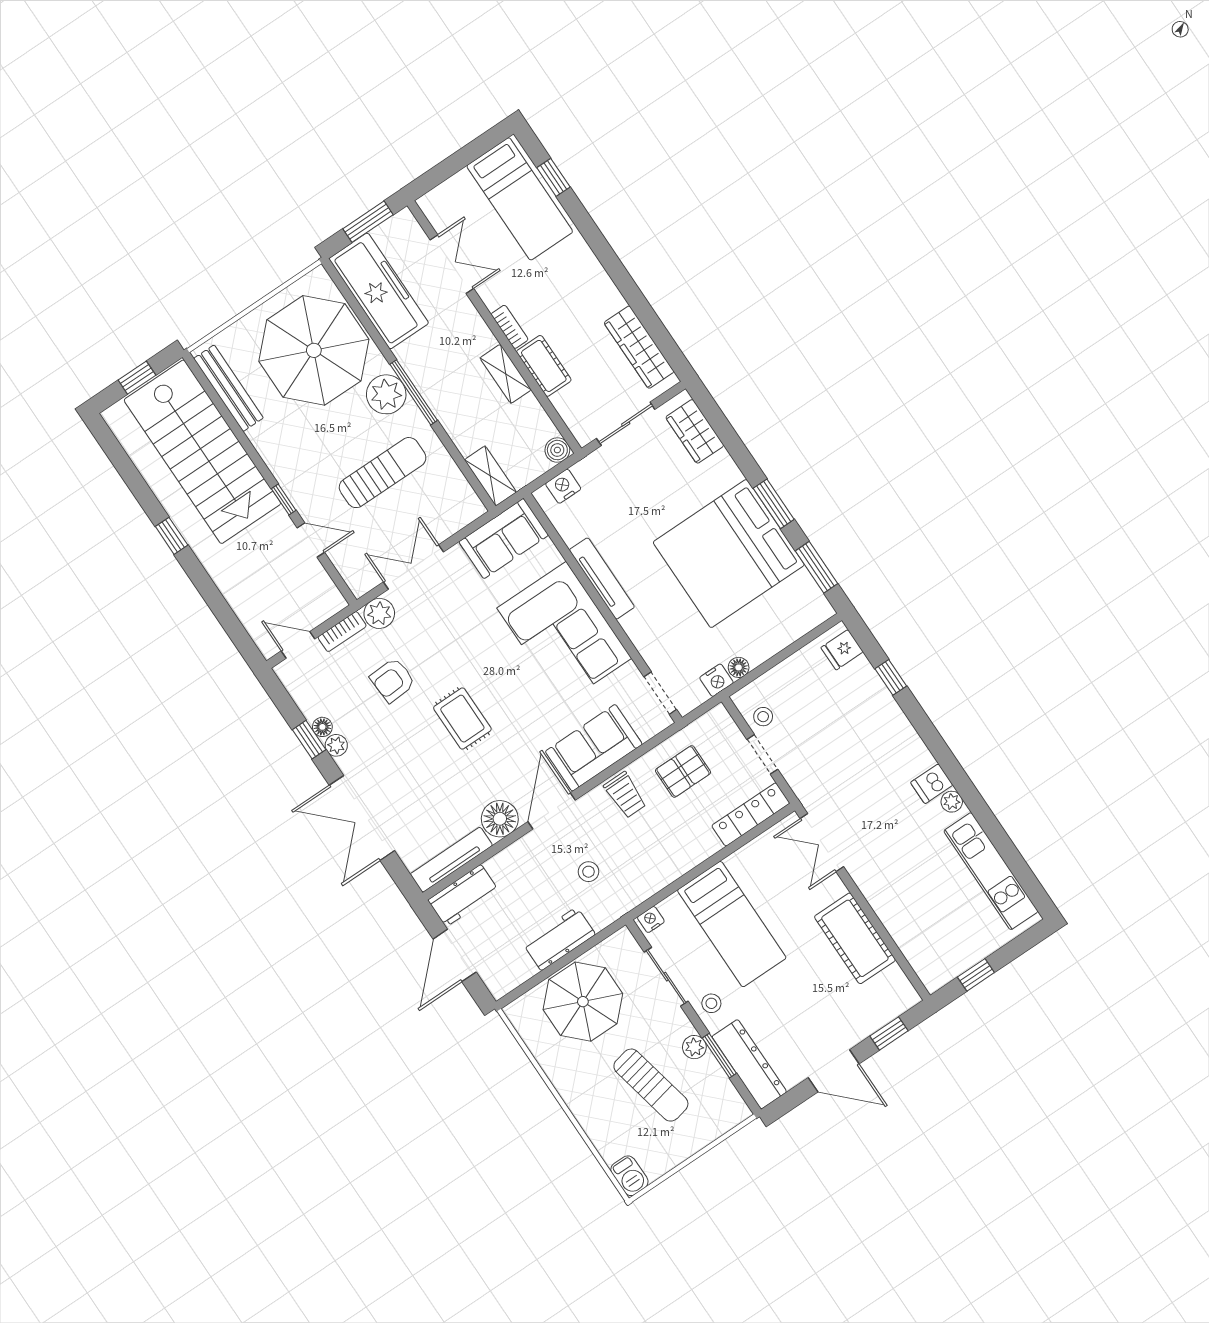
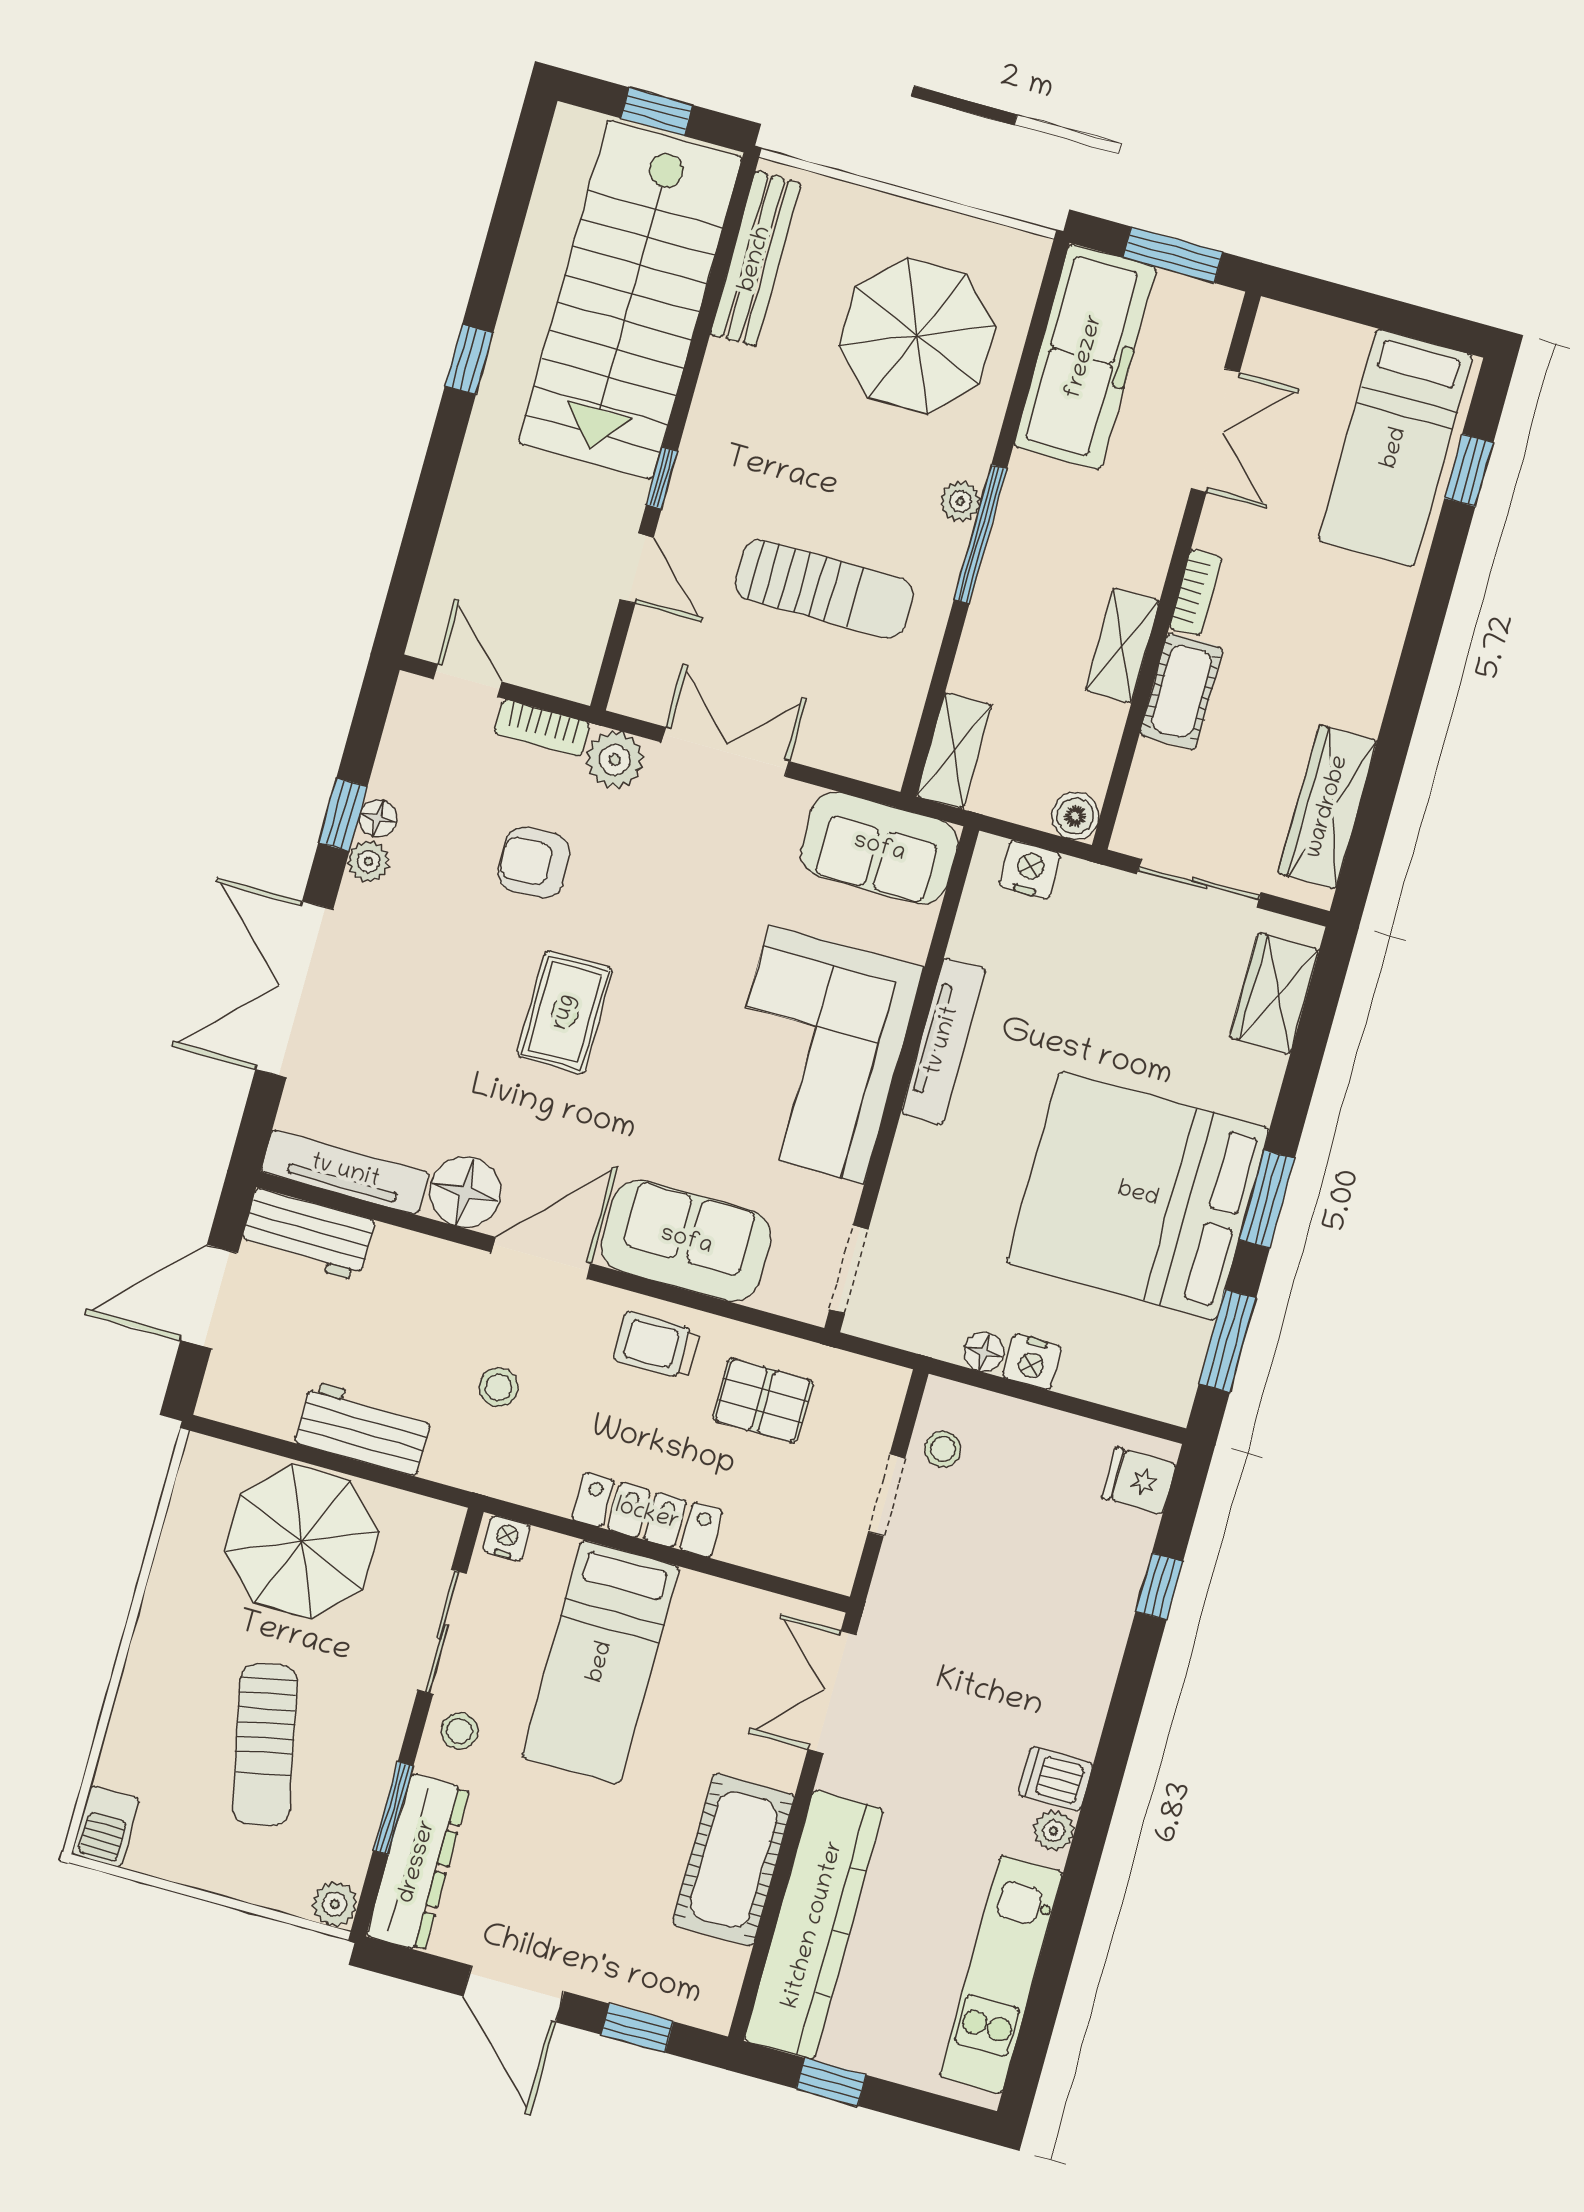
parasol: (314, 350) -> (917, 336), width x0.73, depth x0.73
plant: (386, 394) -> (960, 501), width x0.53, depth x0.53
nightstand: (716, 680) -> (1032, 1362), moved
trolley: (625, 795) -> (656, 1345), turned 90
locker: (751, 814) -> (647, 1515), moved
kitchen counter: (908, 929) -> (814, 1925), added
plant: (694, 1047) -> (335, 1904), moved

